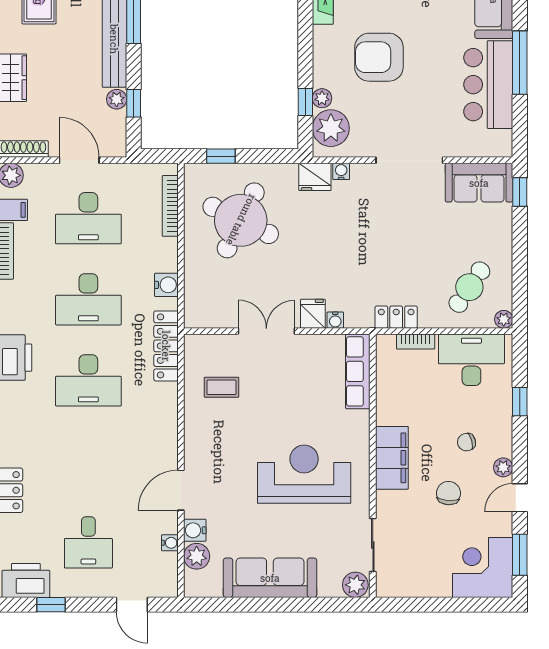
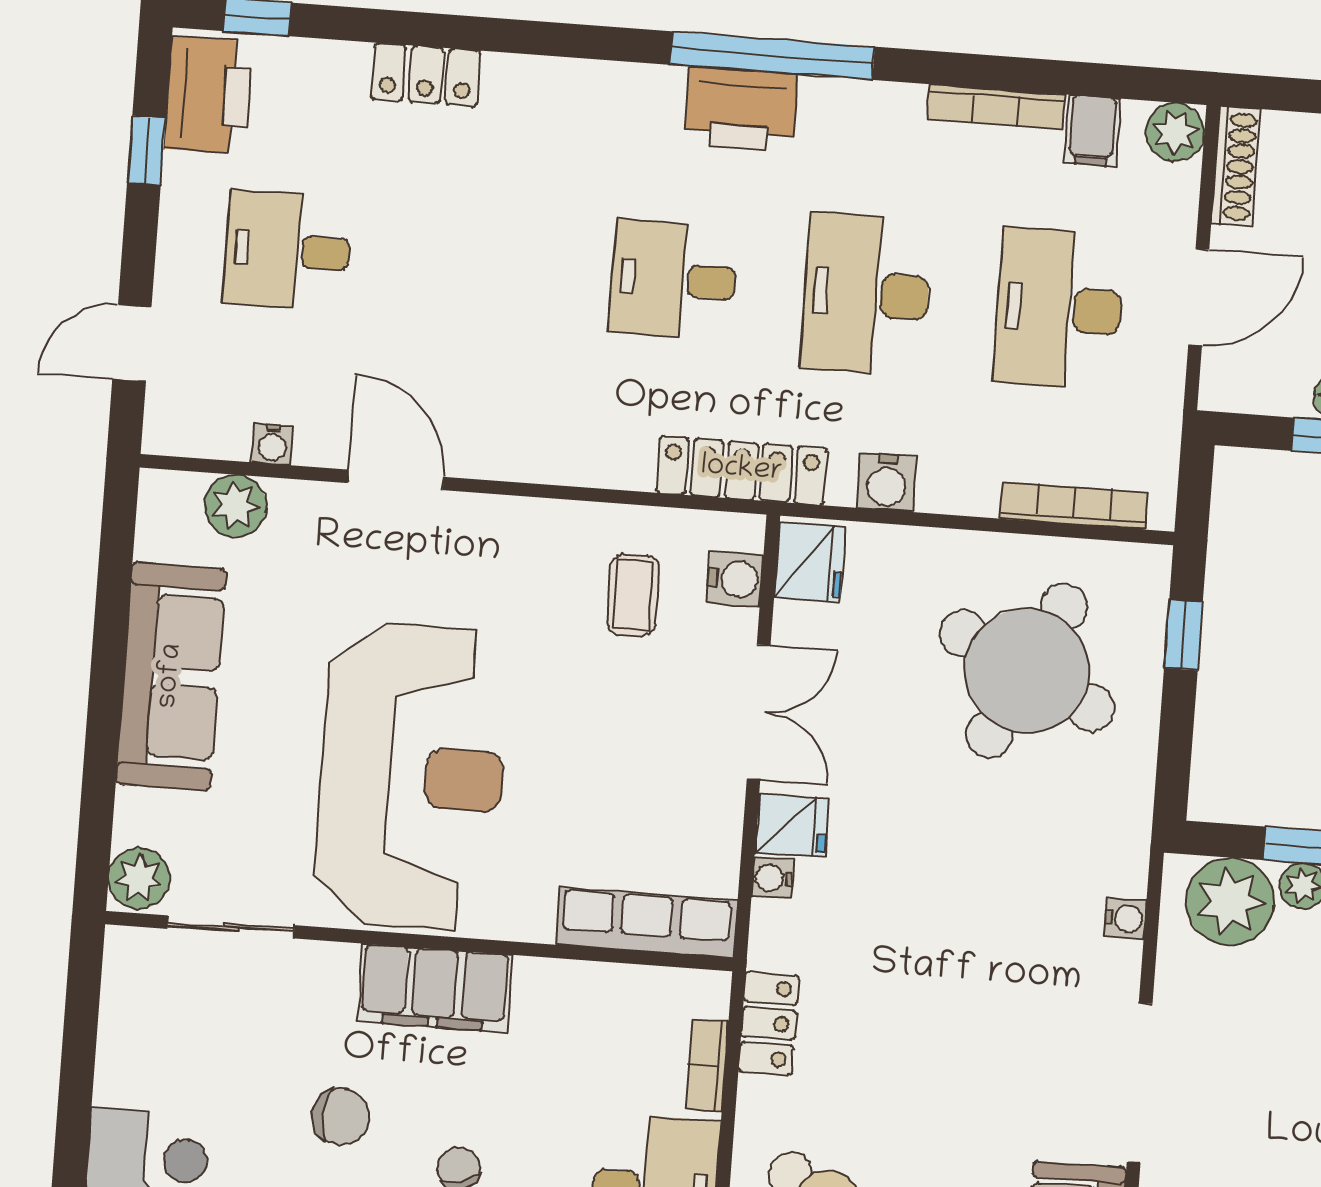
fridge: (315, 177) -> (810, 562), moved, turned 180
desk: (88, 380) -> (673, 280), width x0.73
reception desk: (304, 474) -> (411, 776), width x1.36, depth x1.30
water cooler: (195, 530) -> (735, 579), moved, turned 90

